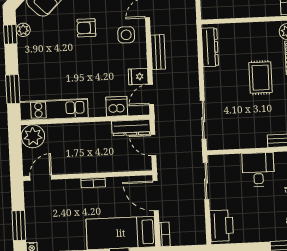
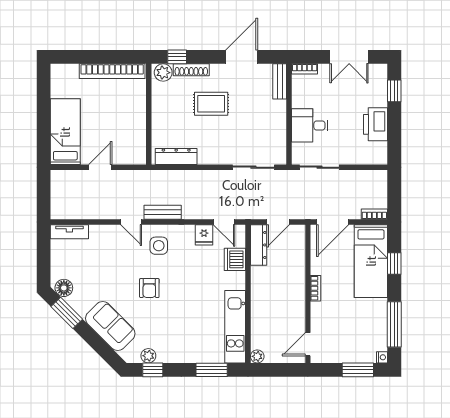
bench: (158, 52) -> (163, 212), moved
plant: (33, 136) -> (257, 356), width x0.53, depth x0.53
desk: (258, 170) -> (310, 125), moved
door: (41, 178) -> (308, 344), hinge flipped
printer: (222, 226) -> (375, 124), moved, turned -90

